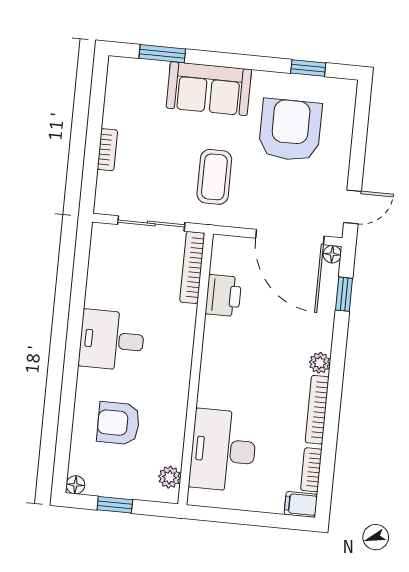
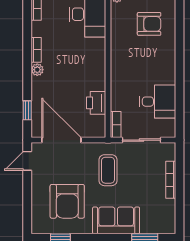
bookcase: (107, 150) -> (171, 180), width x1.56
floor lamp: (332, 254) -> (36, 133), removed
bookcase: (192, 267) -> (116, 125), width x0.64
desk: (112, 340) -> (158, 102), moved
bookcase: (317, 410) -> (36, 50), width x0.64

